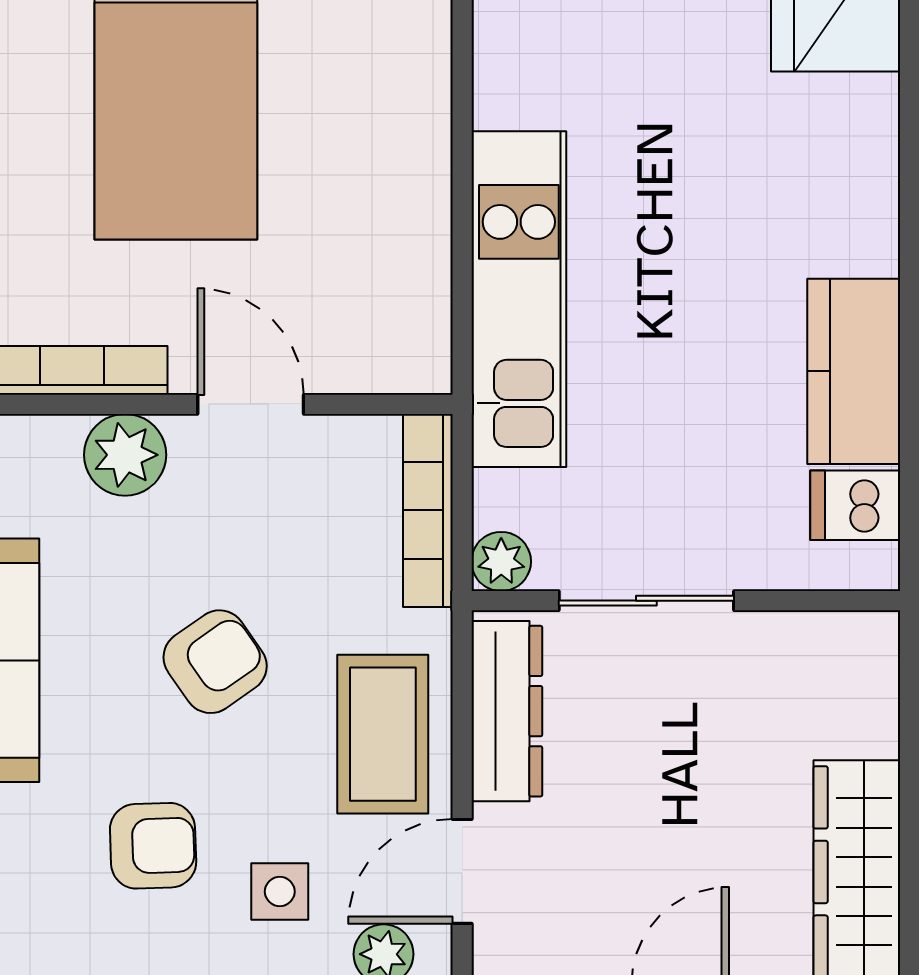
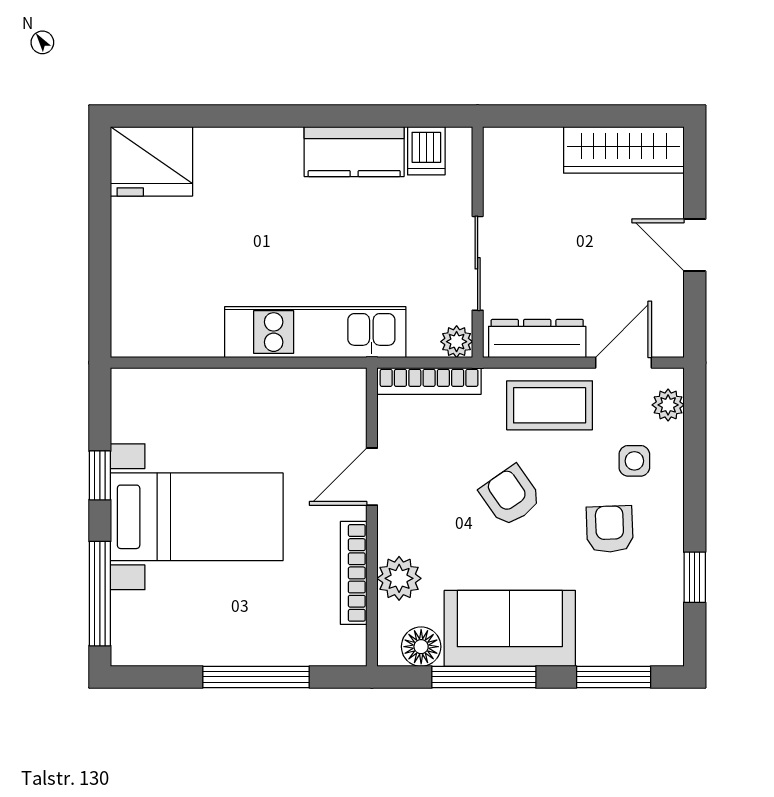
plant: (125, 455) -> (399, 578), moved
door: (462, 871) -> (624, 363), swing flipped

